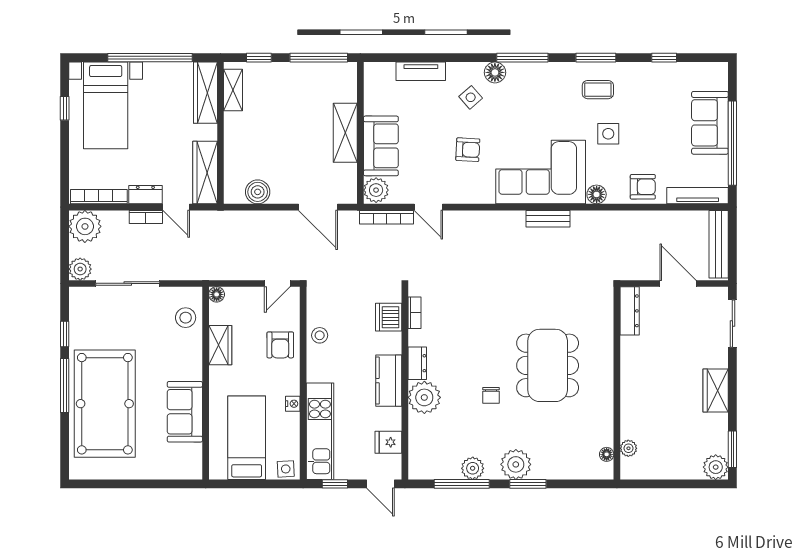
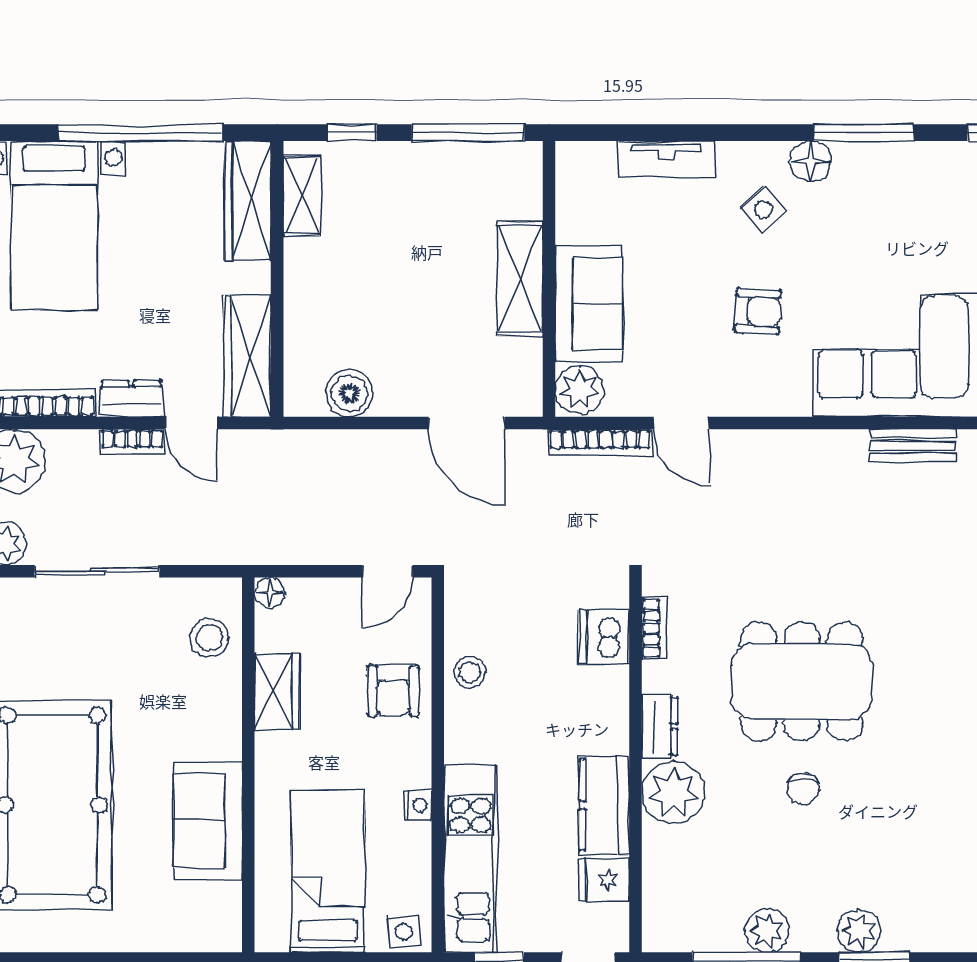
dining table: (548, 365) -> (802, 681), moved, turned 90
kitchen counter: (389, 381) -> (604, 805), moved
plant: (516, 464) -> (859, 931), width x0.73, depth x0.73

